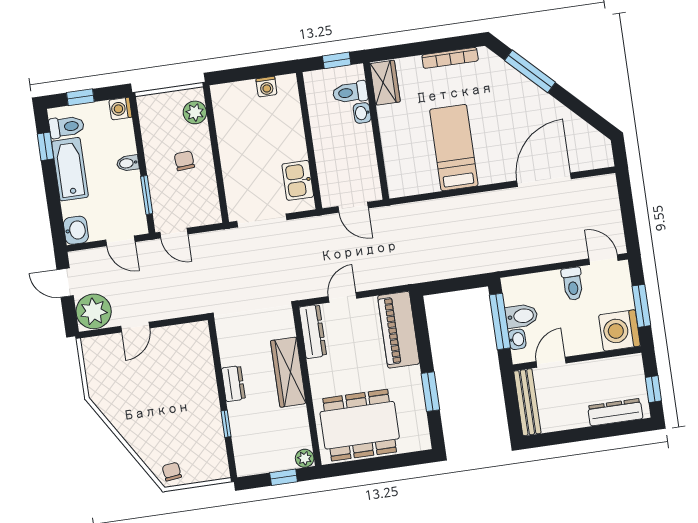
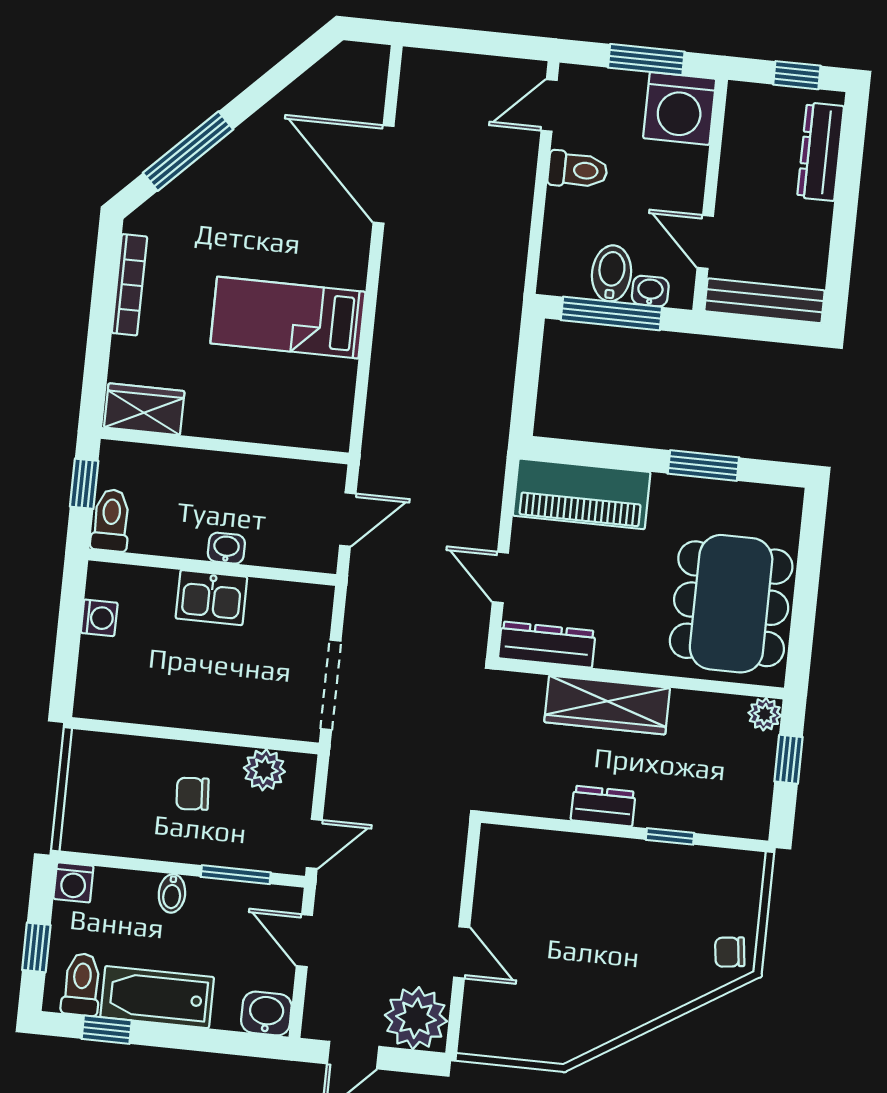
toilet: (350, 92) -> (111, 520), moved, turned 180
plant: (195, 112) -> (264, 770), moved
washbasin: (362, 113) -> (226, 548), moved, turned 180
kitchen sink: (298, 180) -> (211, 598), moved
door: (120, 241) -> (304, 941), swing flipped

